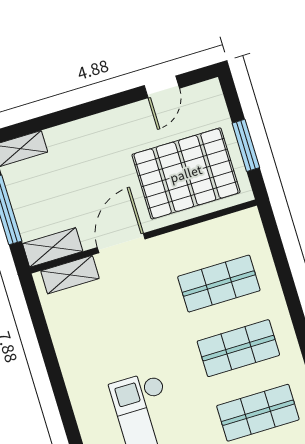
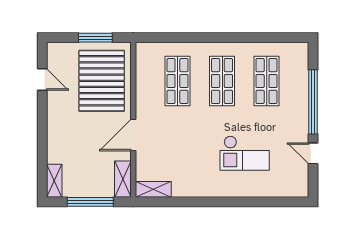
door: (121, 243) -> (133, 135), hinge flipped
shelving: (70, 275) -> (153, 189), moved, turned 90

